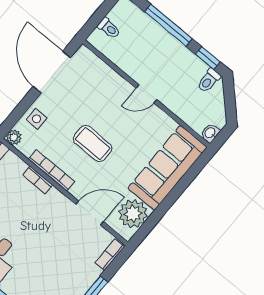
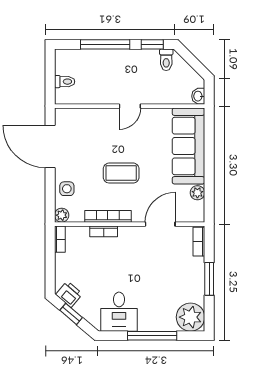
plant: (133, 214) -> (197, 193), width x0.53, depth x0.53

